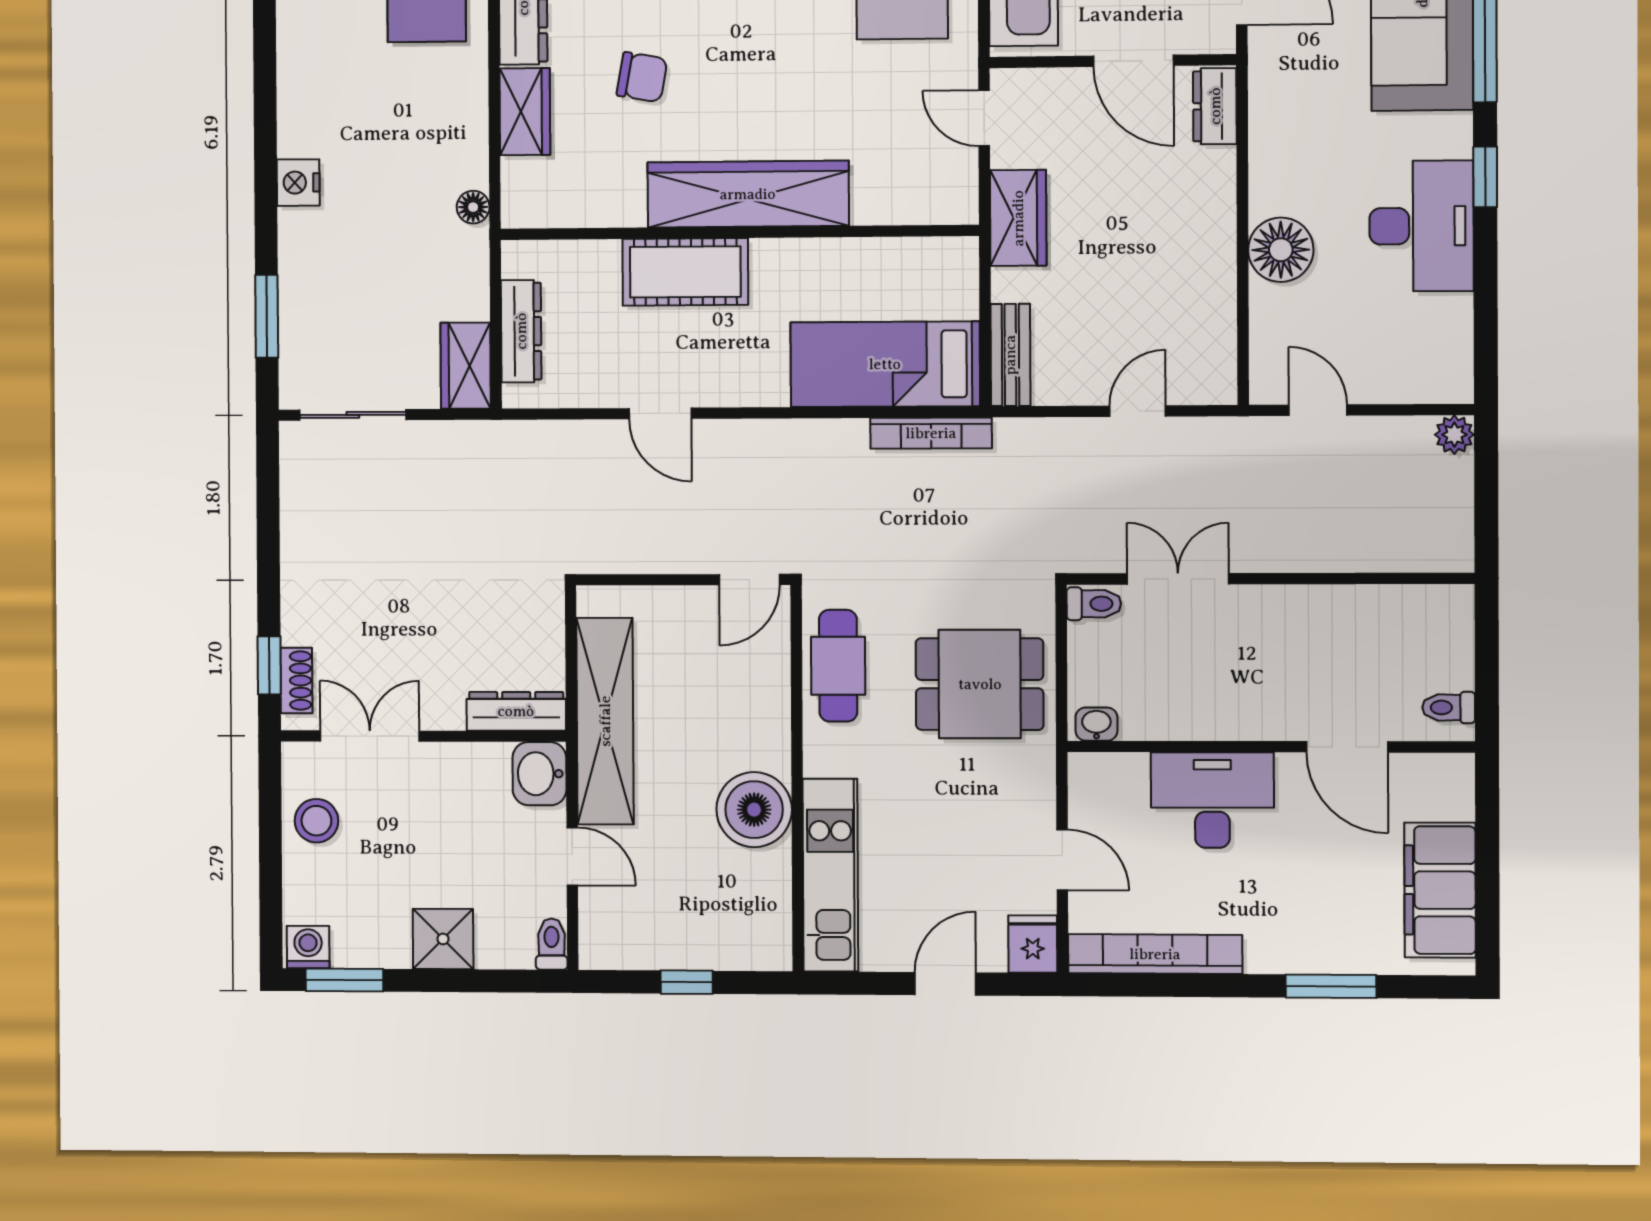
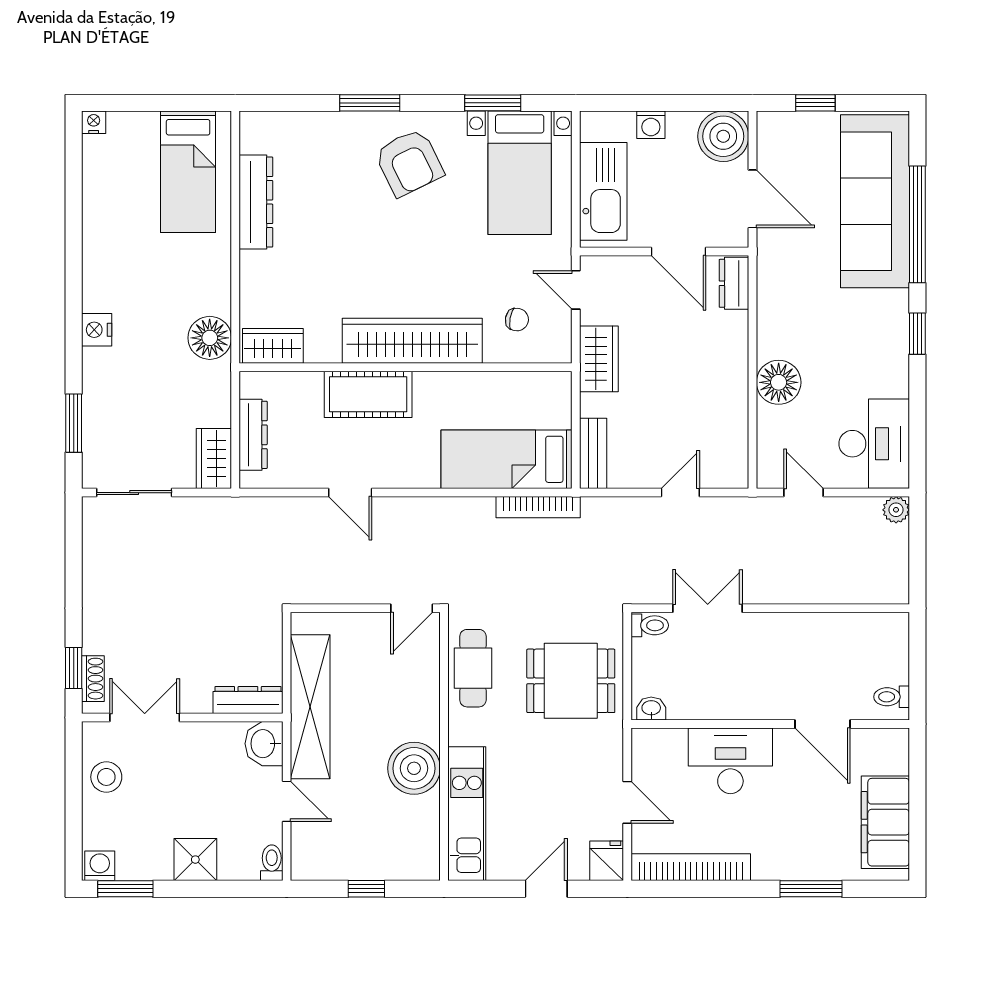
chair: (642, 77) -> (517, 320), moved, width x0.73, depth x0.73
wardrobe: (525, 112) -> (273, 346), moved, turned -90
floor lamp: (473, 207) -> (210, 338), width x1.89, depth x1.89
desk: (1421, 226) -> (874, 444), moved

